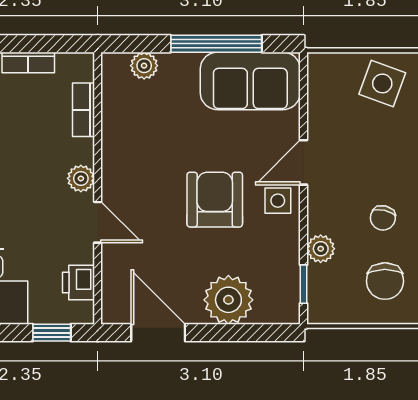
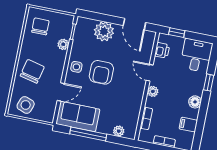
door: (304, 162) -> (61, 92), moved
chair: (383, 218) -> (32, 71), moved, width x1.87, depth x1.87

